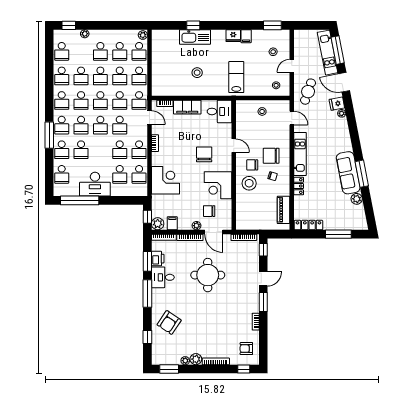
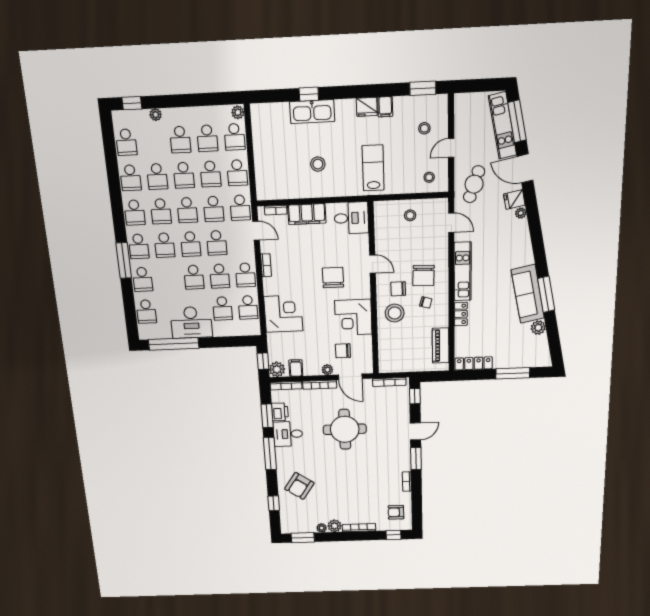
school desk: (81, 150) -> (194, 277), moved
chair: (271, 156) -> (423, 276), turned -88

